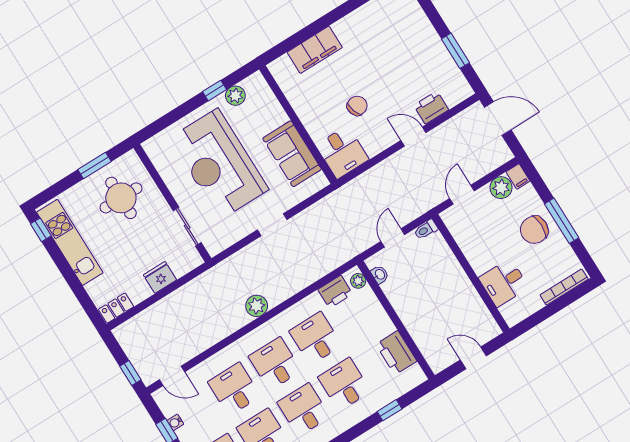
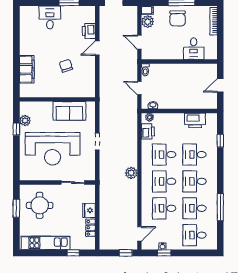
desk: (342, 152) -> (50, 17), moved, turned -90
window: (41, 230) -> (73, 253), moved
locker: (116, 308) -> (91, 228), moved

